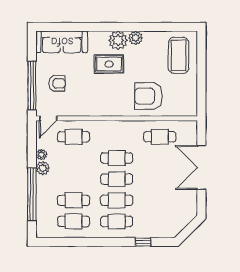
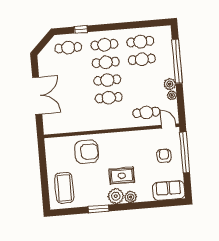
window: (140, 27) -> (98, 209), added
plant: (136, 38) -> (131, 197), moved
sofa: (62, 42) -> (169, 190), width x0.73
armchair: (57, 83) -> (164, 156), turned 90
door: (48, 118) -> (169, 126), hinge flipped
cafe table: (160, 137) -> (68, 48), moved

